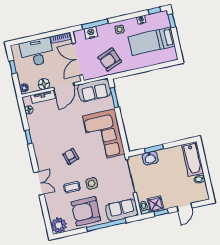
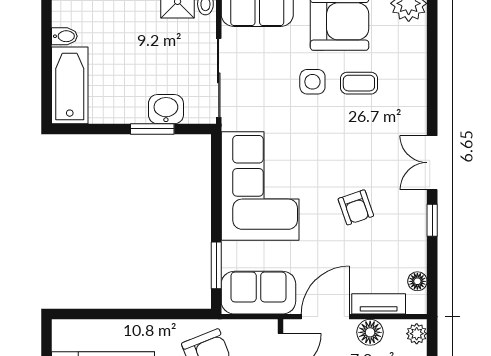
armchair: (71, 156) -> (356, 207), moved
double door: (39, 183) -> (432, 163), moved

